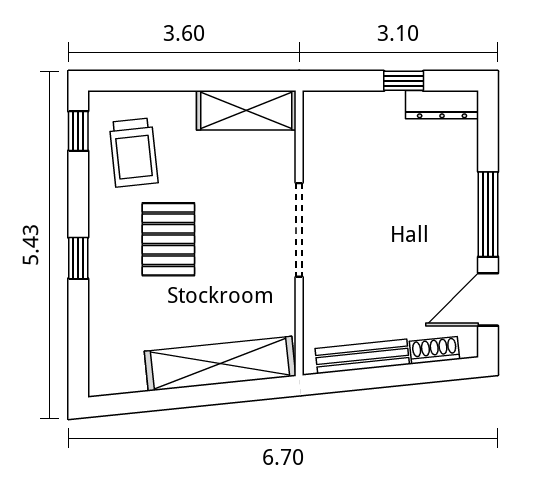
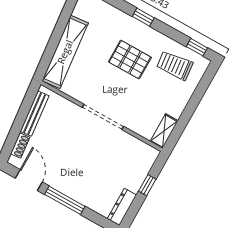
window: (404, 81) -> (147, 185), moved
shelving: (246, 110) -> (164, 131), width x0.67, depth x0.75

